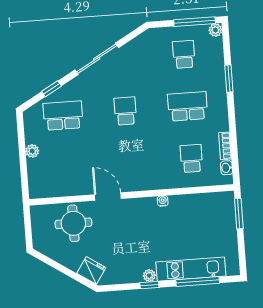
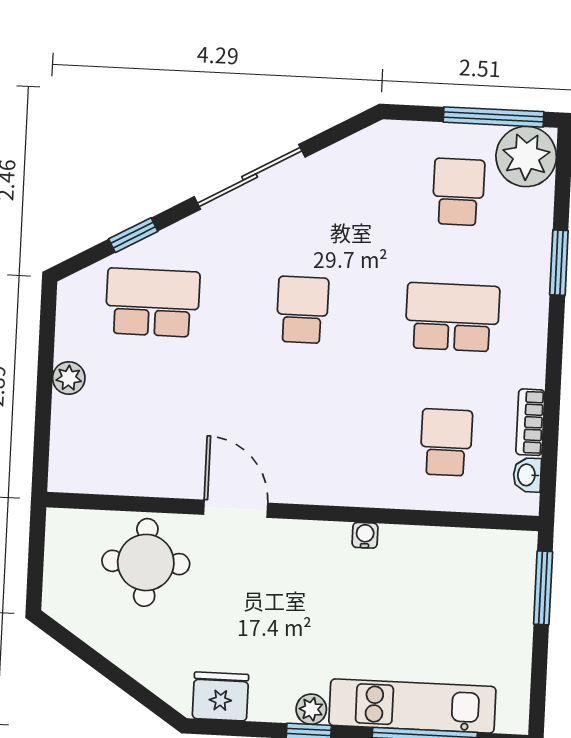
plant: (215, 30) -> (526, 156), width x1.88, depth x1.88
fridge: (91, 270) -> (220, 696), moved, turned -34

